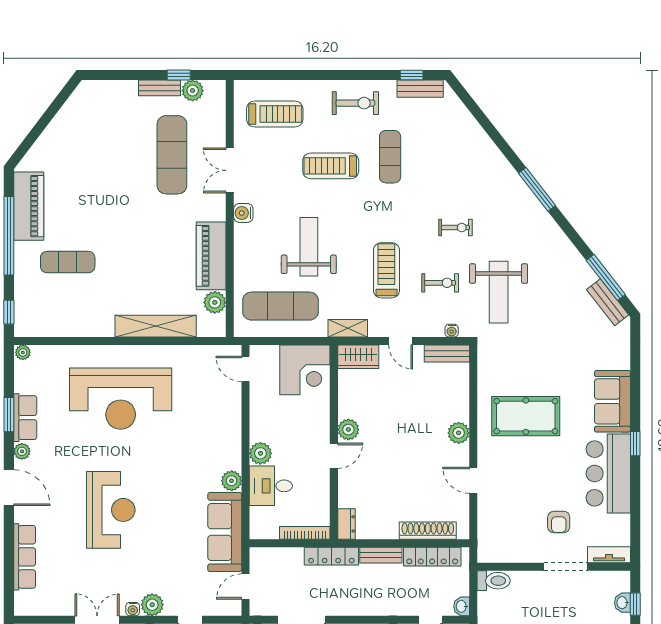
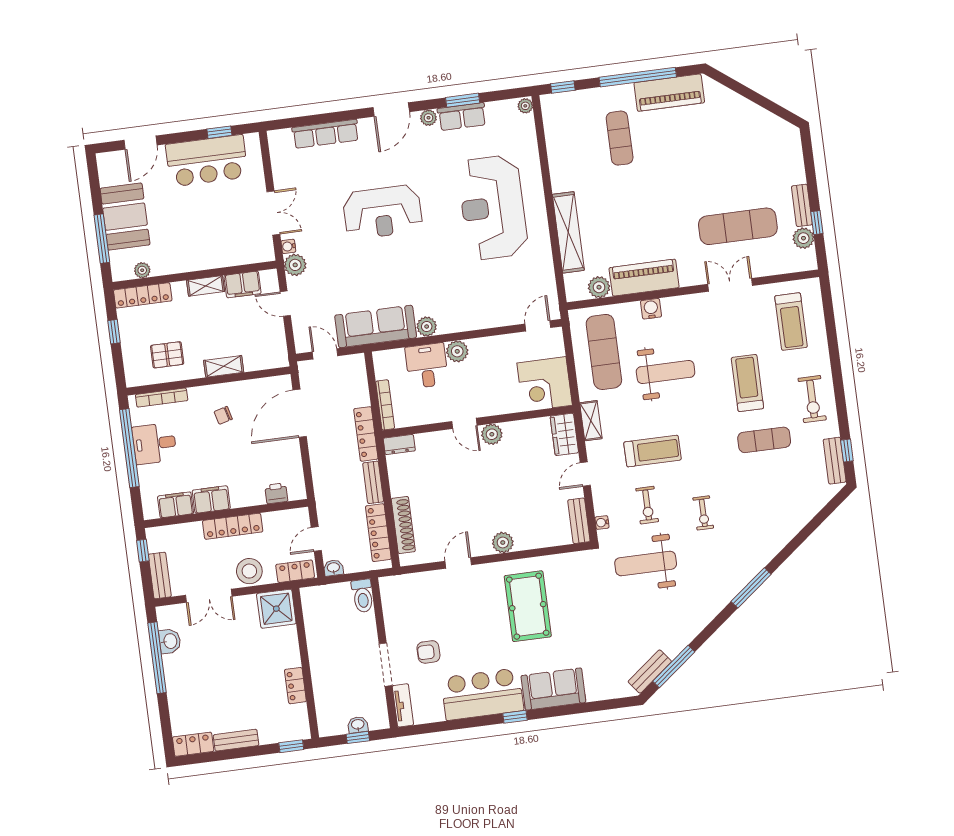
water cooler: (243, 213) -> (651, 309), moved

